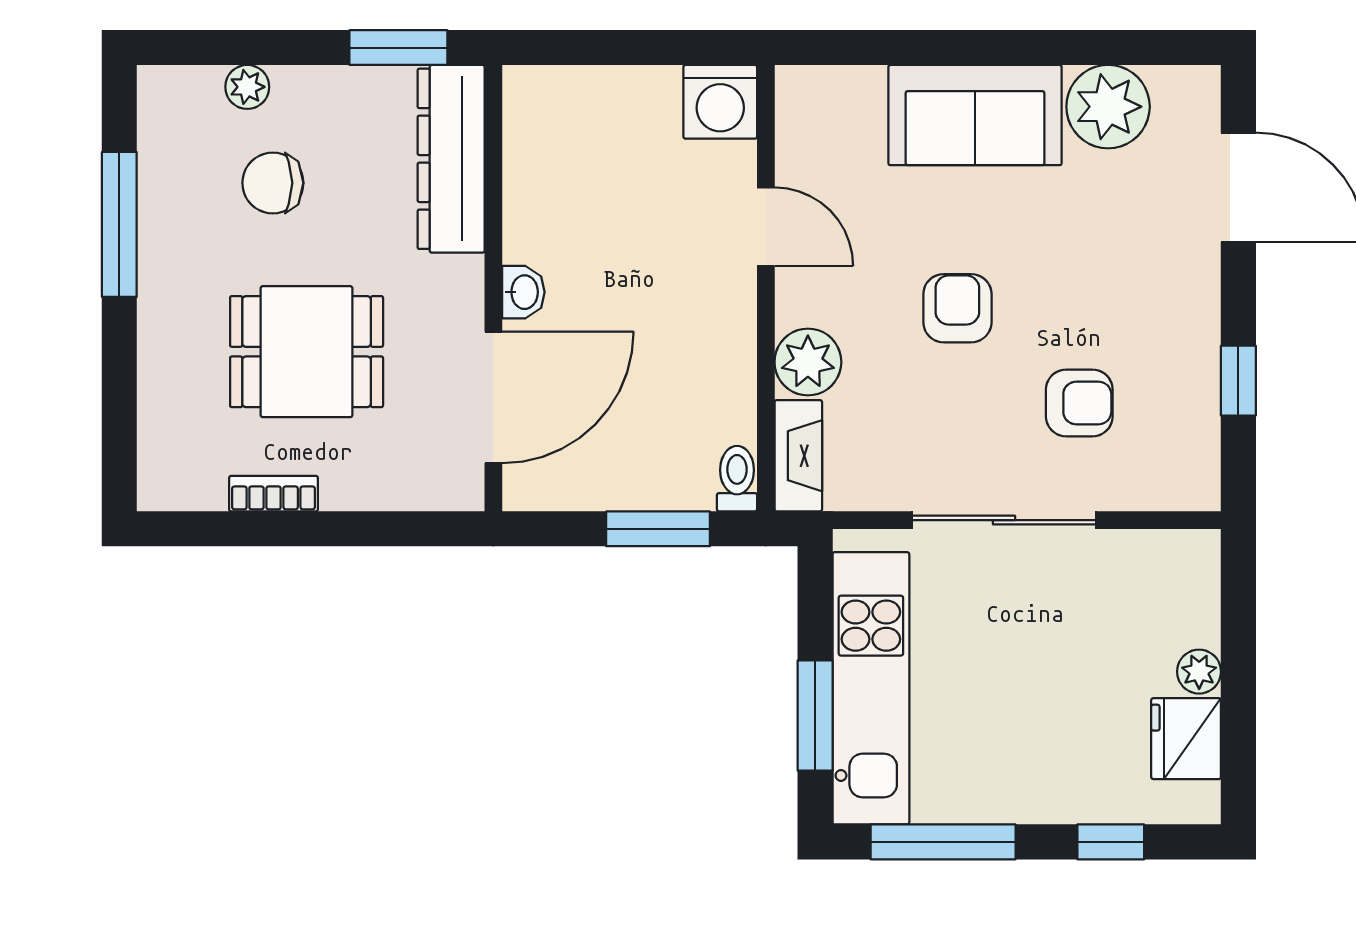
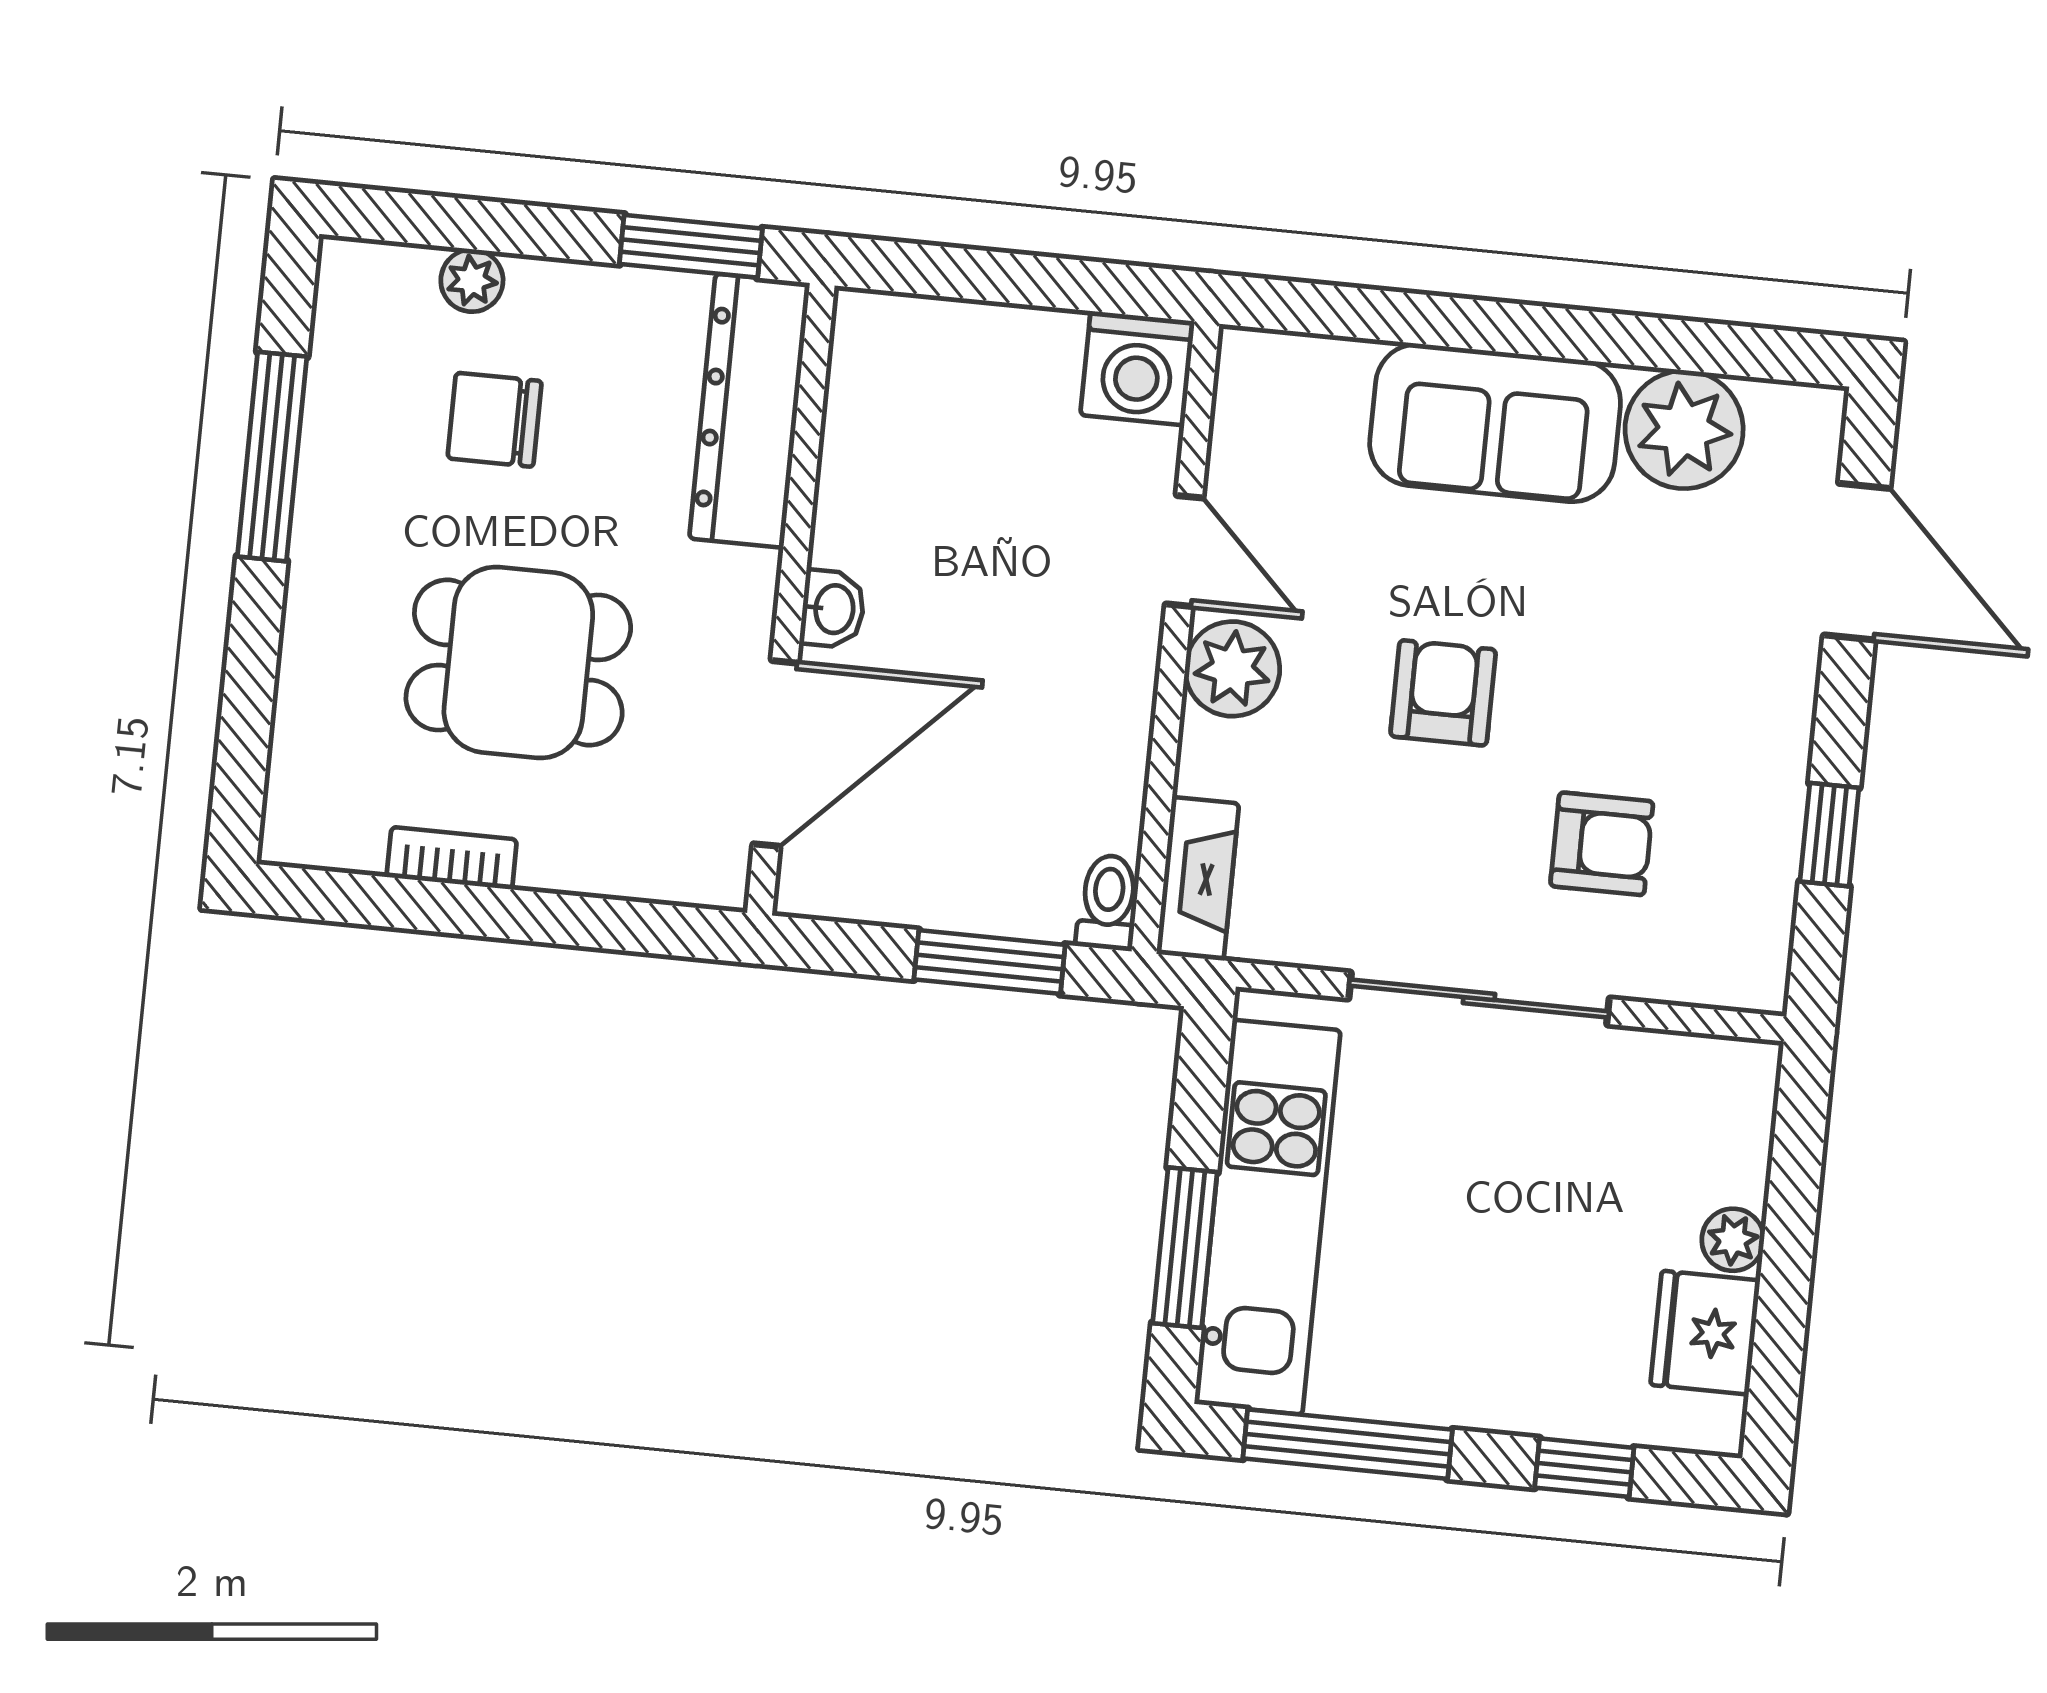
plant: (808, 362) -> (1232, 669), moved

